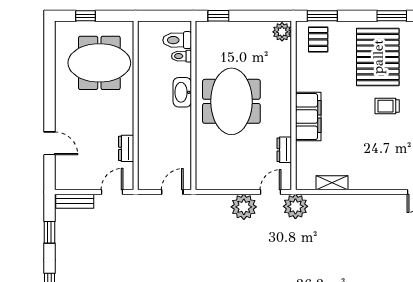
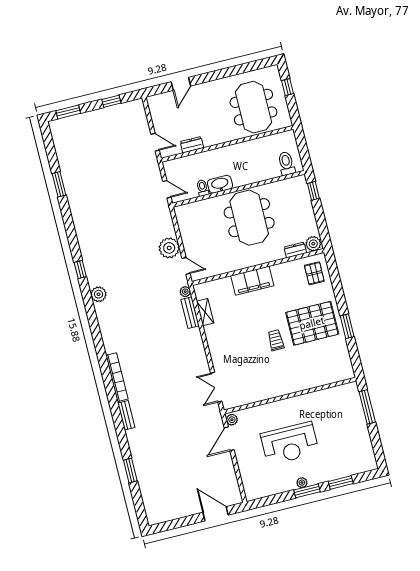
window: (322, 16) -> (334, 272), removed
pallet: (318, 39) -> (314, 273), turned 90
toilet: (181, 56) -> (202, 188), moved
washbasin: (182, 92) -> (220, 184), moved
meeting table: (231, 101) -> (249, 218), turned 90
dresser: (284, 150) -> (295, 250), moved
bench: (75, 201) -> (190, 313), moved
plant: (295, 206) -> (185, 292), width x0.53, depth x0.53

